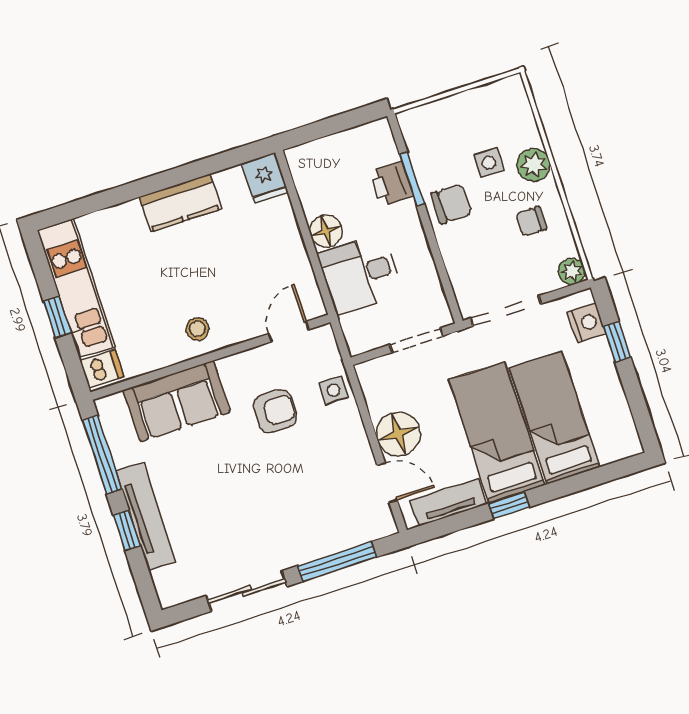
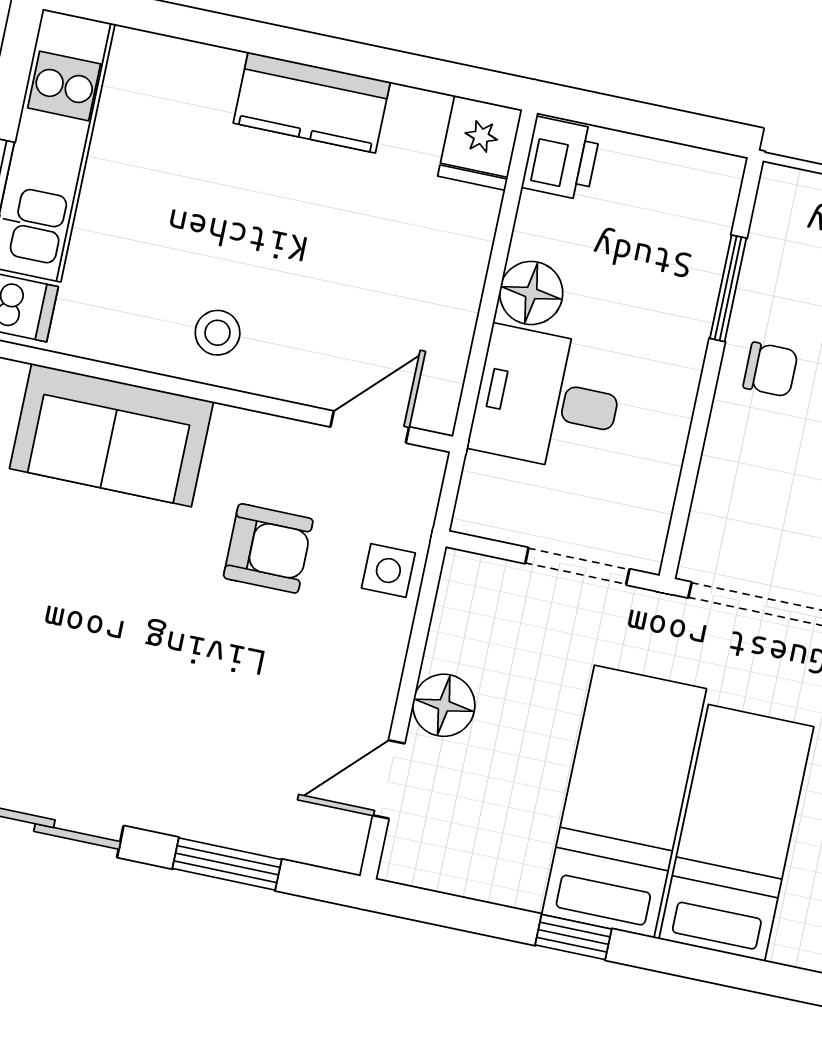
printer: (392, 184) -> (561, 158), moved, turned 180
chair: (451, 204) -> (771, 370), width x0.73, depth x0.73
floor lamp: (398, 434) -> (444, 705), width x0.73, depth x0.73
door: (387, 483) -> (389, 779), swing flipped
tv unit: (449, 502) -> (474, 873), removed
window: (337, 561) -> (227, 864), width x0.69

